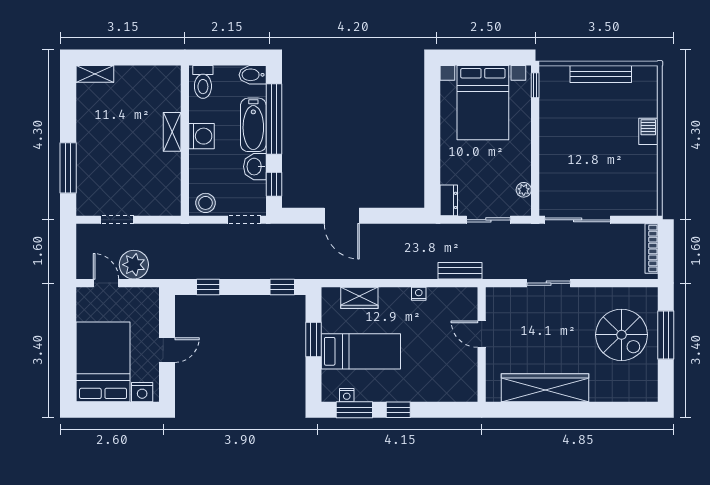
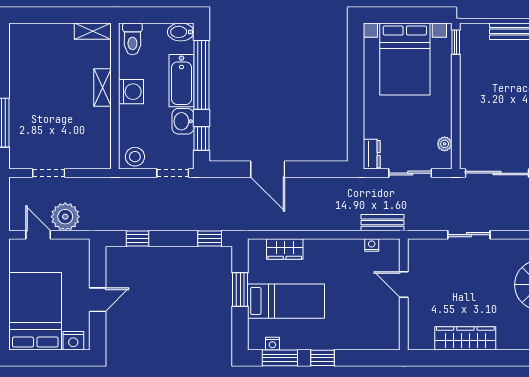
shelving: (95, 74) -> (93, 31), moved
nightstand: (419, 294) -> (372, 245), moved
wardrobe: (545, 388) -> (465, 338), width x0.71, depth x0.85

